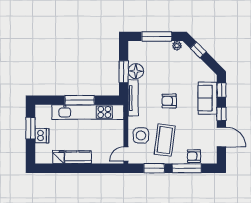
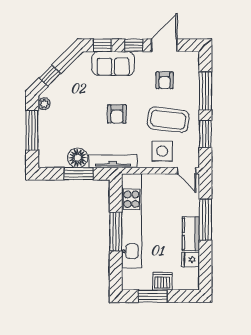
armchair: (194, 156) -> (165, 80), moved
window: (89, 168) -> (205, 220), added

